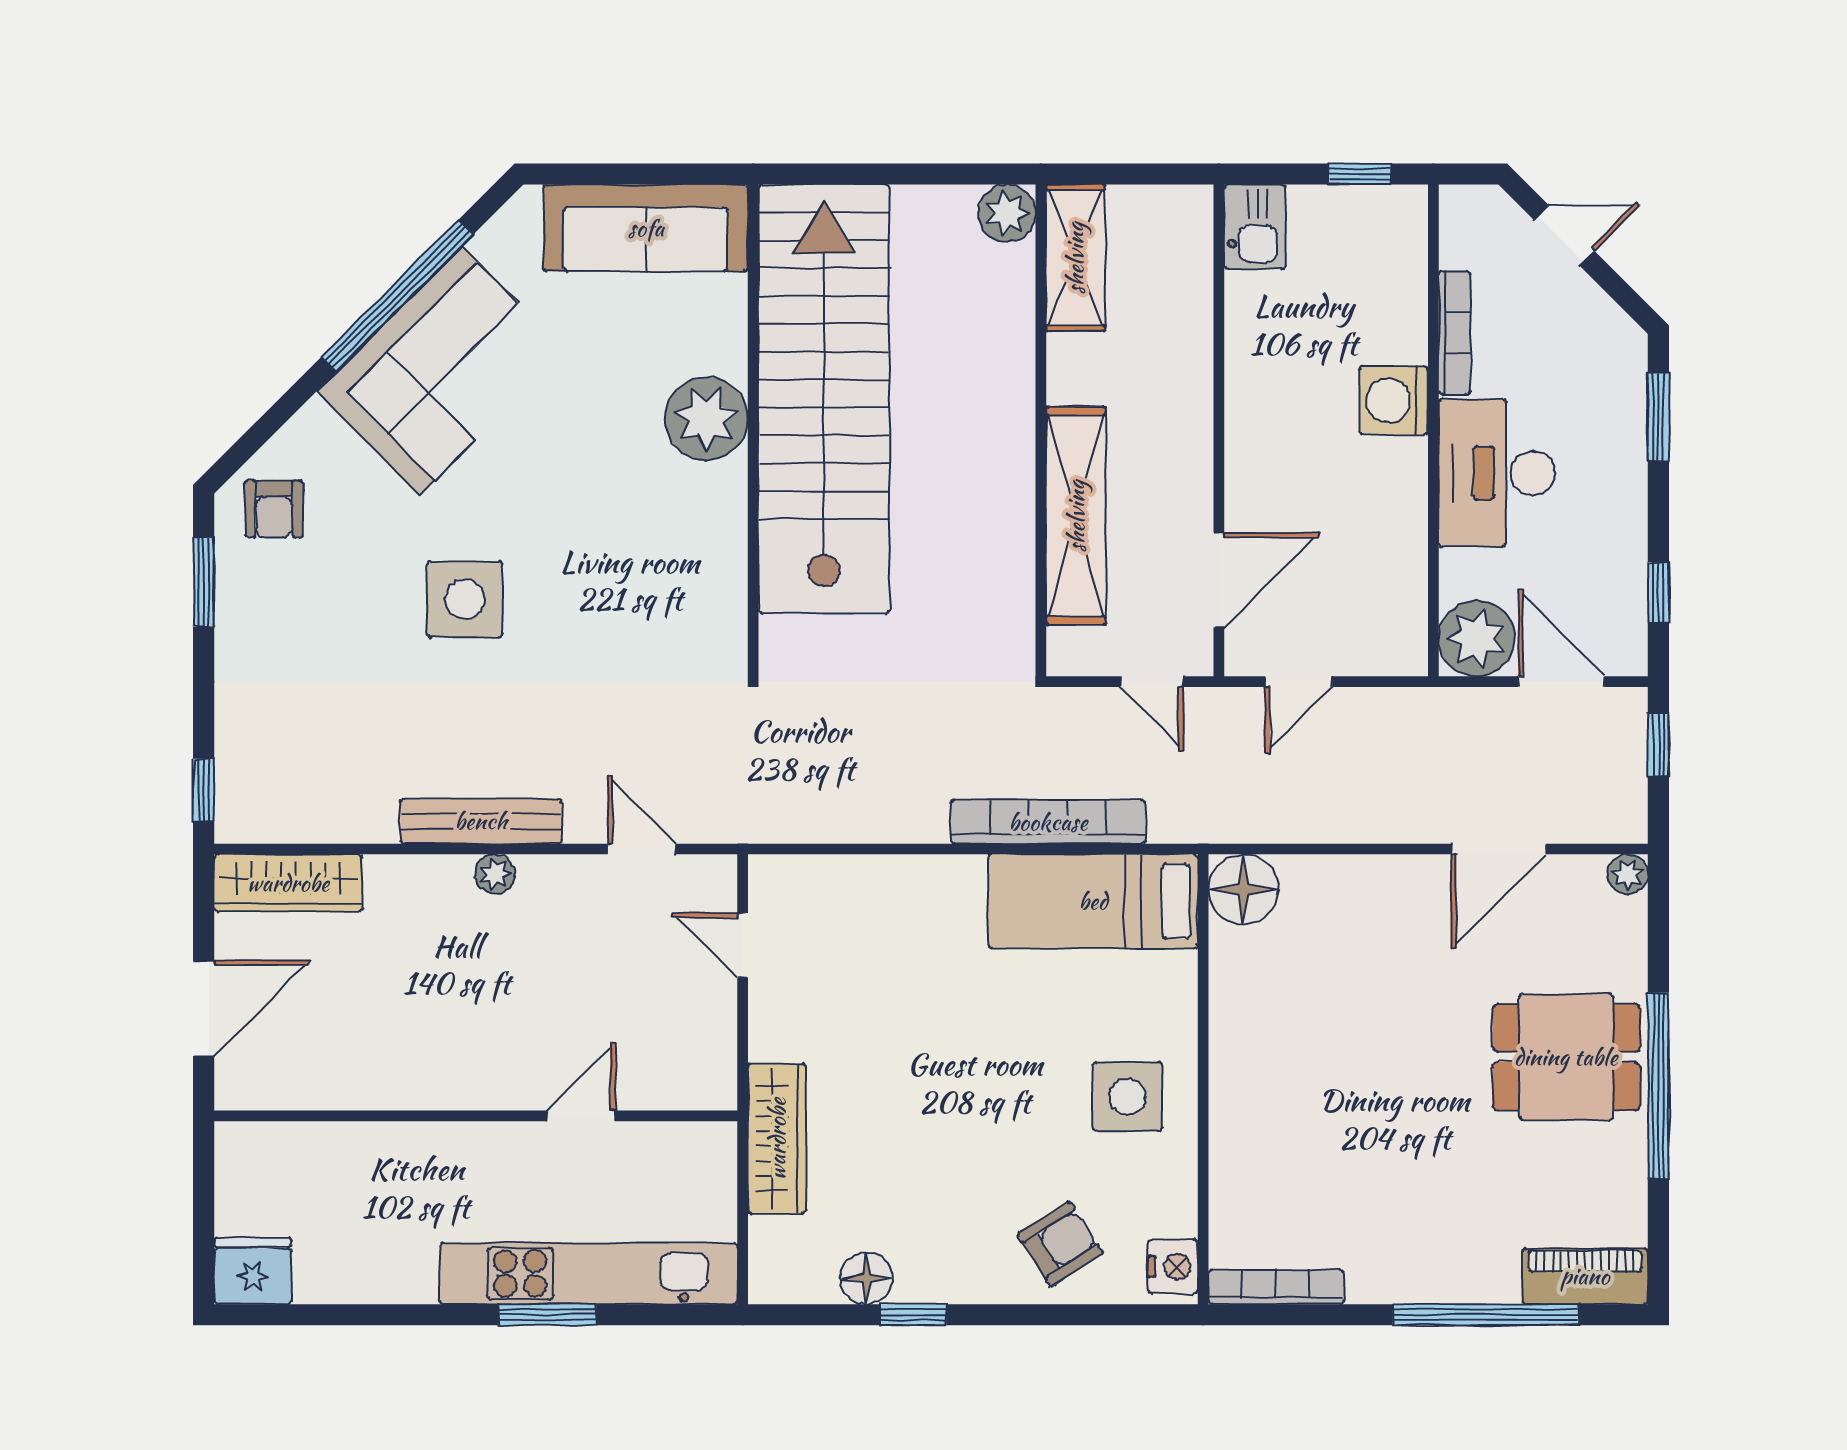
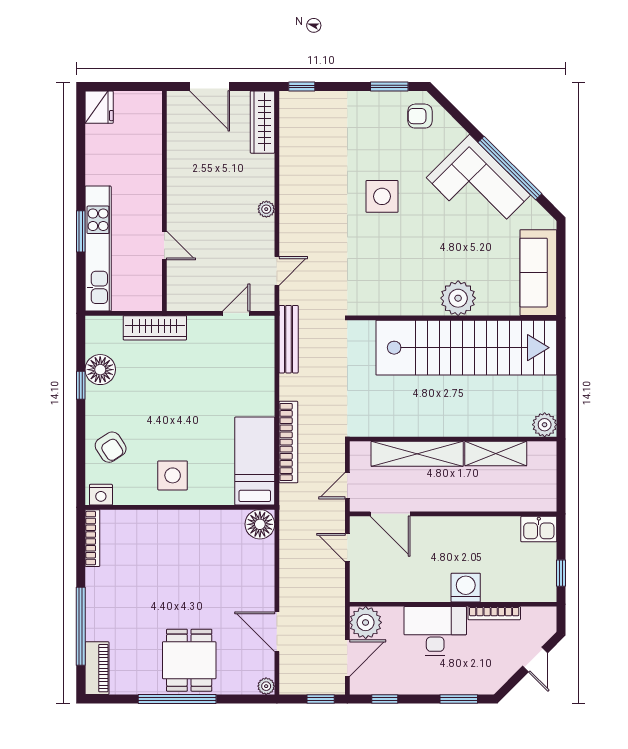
shelving: (1075, 258) -> (496, 454), moved
bench: (481, 821) -> (289, 339), moved
floor lamp: (866, 1278) -> (100, 370), width x1.38, depth x1.38

